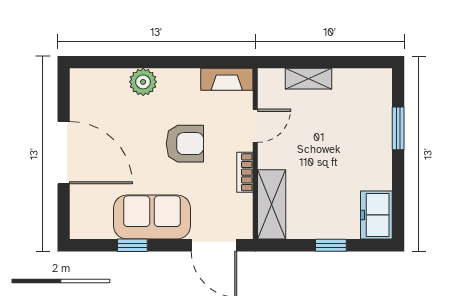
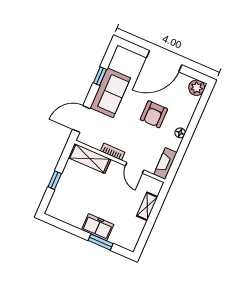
floor lamp: (167, 77) -> (180, 133), added
plant: (143, 82) -> (197, 88), moved
armchair: (185, 144) -> (154, 114), moved
freezer: (376, 215) -> (98, 227), moved

